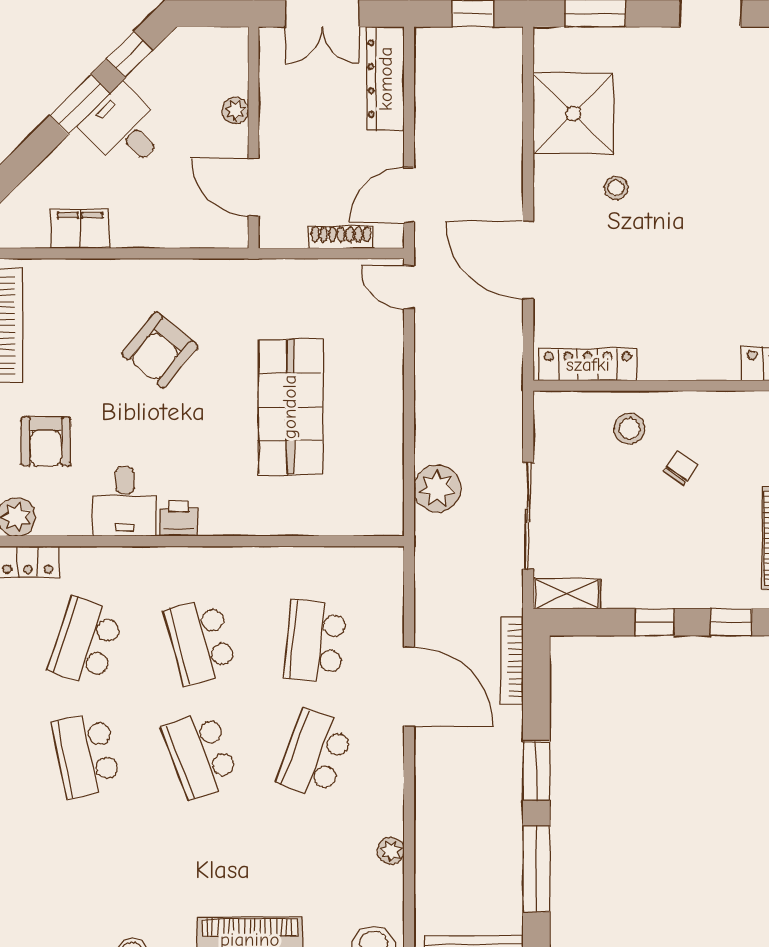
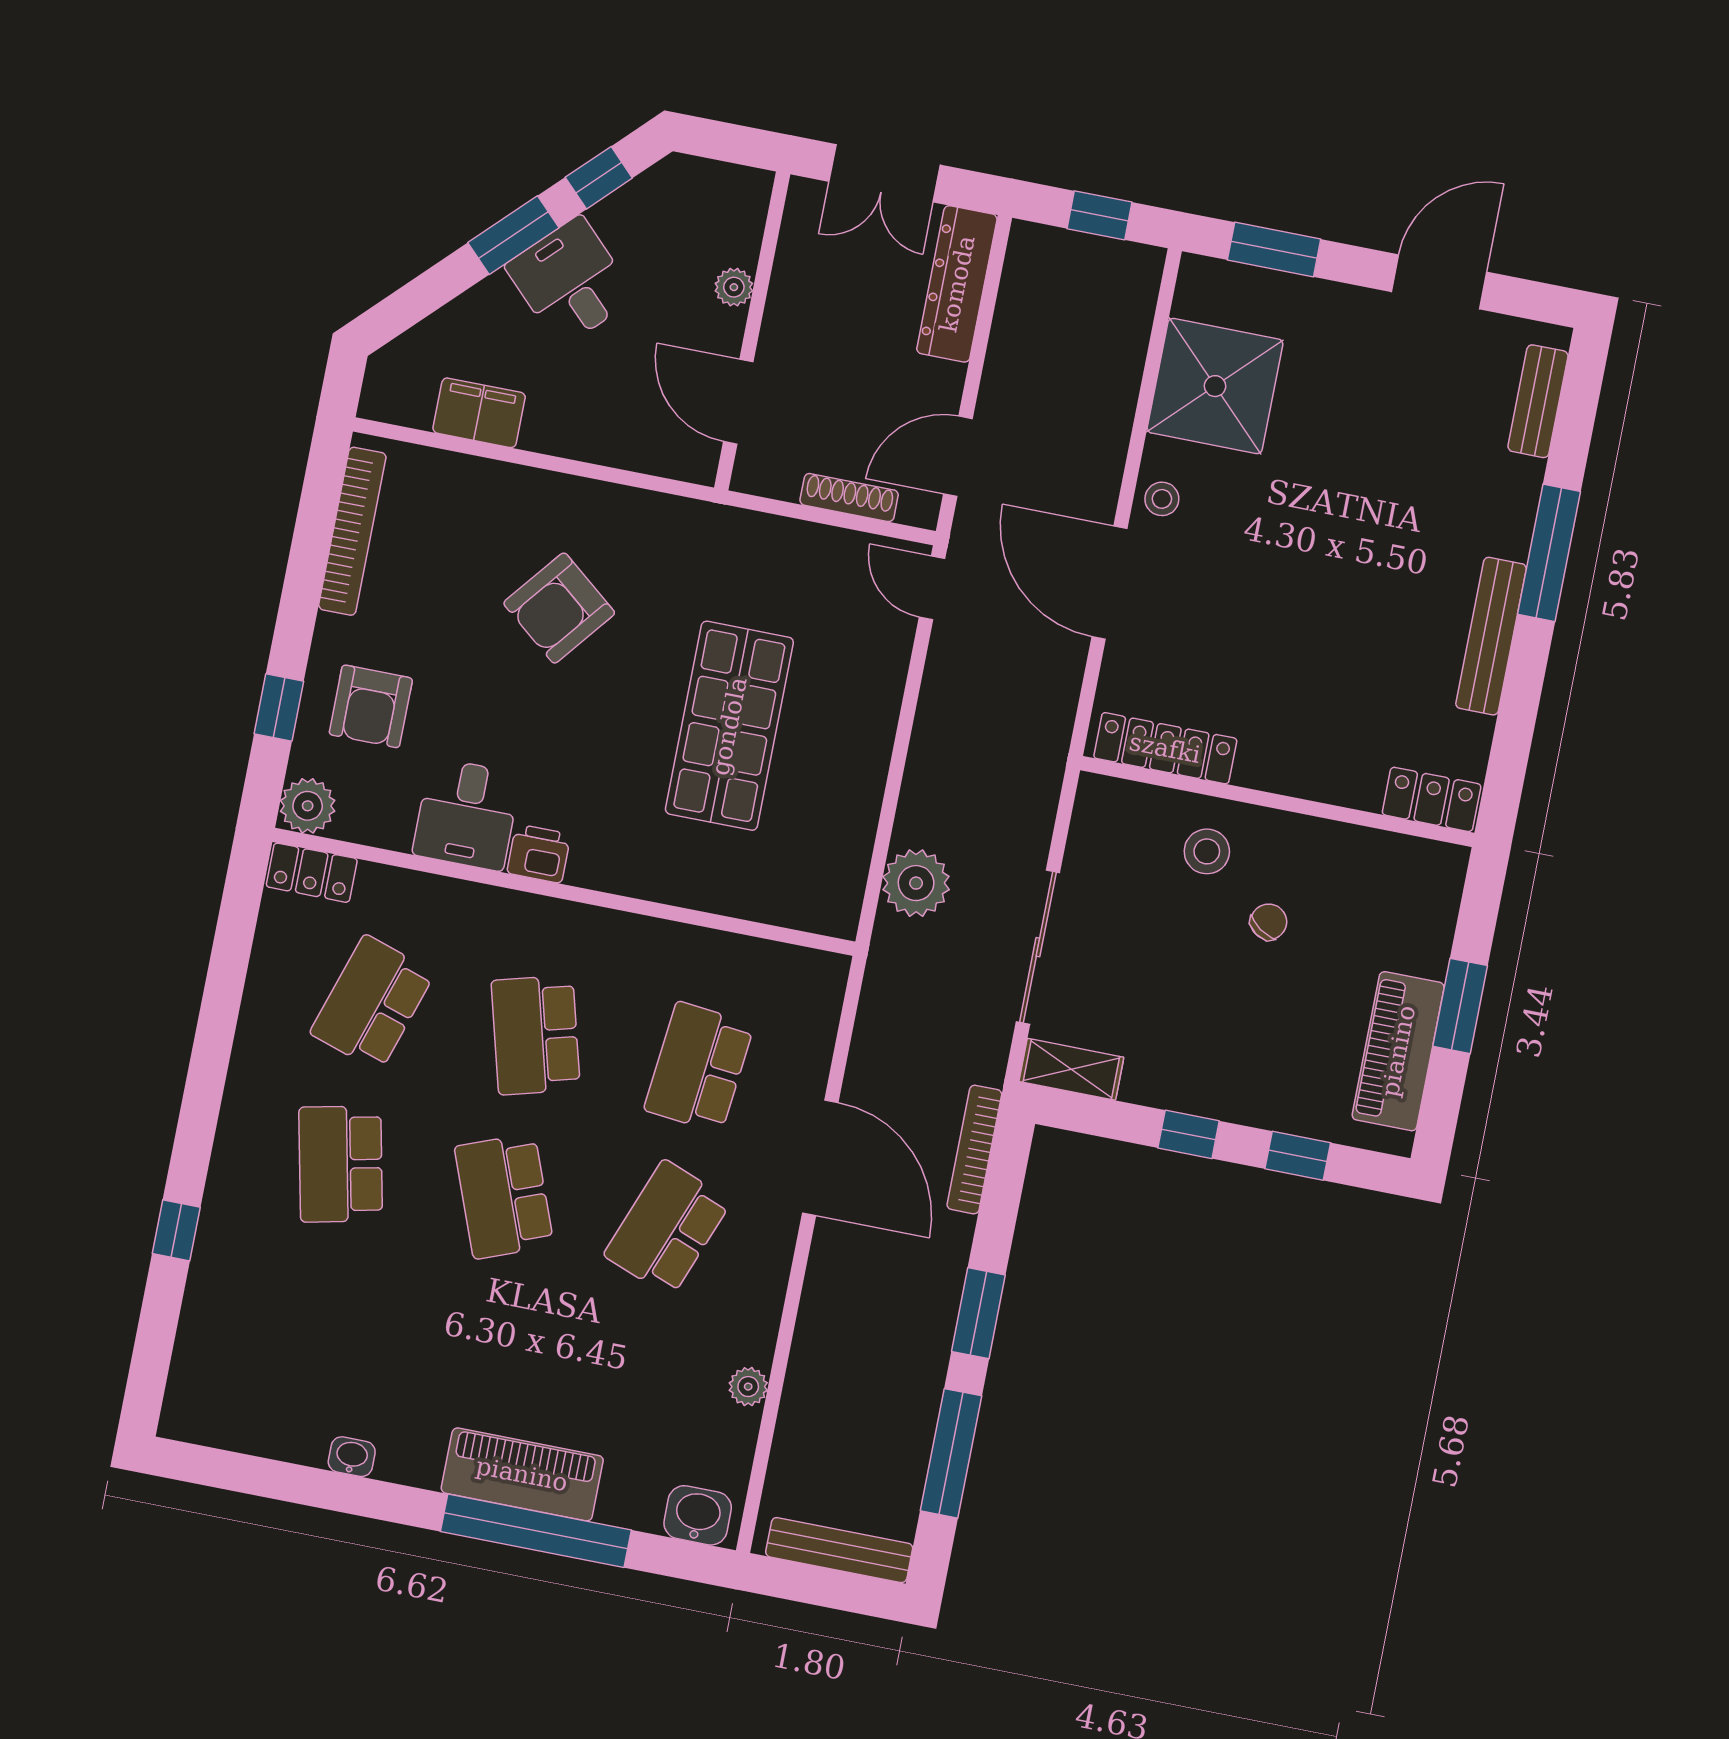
stool: (616, 188) -> (1162, 499), moved

